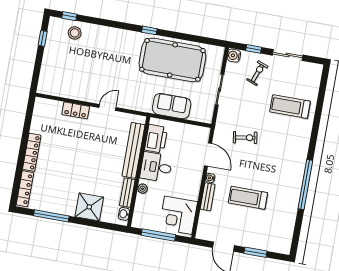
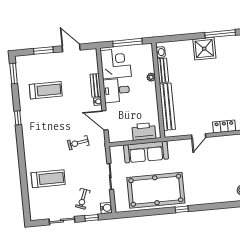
sofa: (172, 106) -> (146, 152), width x1.36
printer: (156, 139) -> (144, 131), moved, turned 90
desk: (156, 167) -> (116, 90), moved, turned 180
window: (305, 185) -> (18, 118), width x0.32
treadmill: (248, 198) -> (46, 90), moved
shower: (89, 207) -> (204, 49), moved
window: (296, 236) -> (14, 74), added

